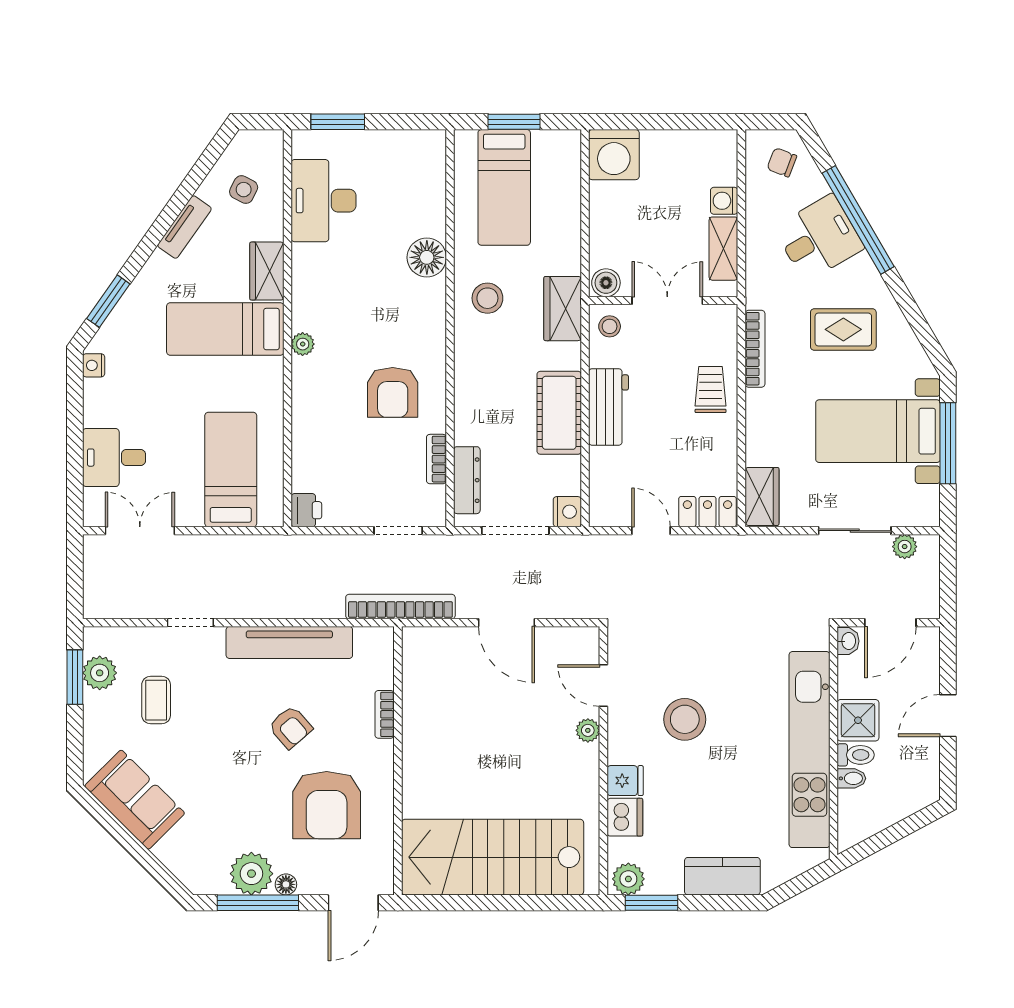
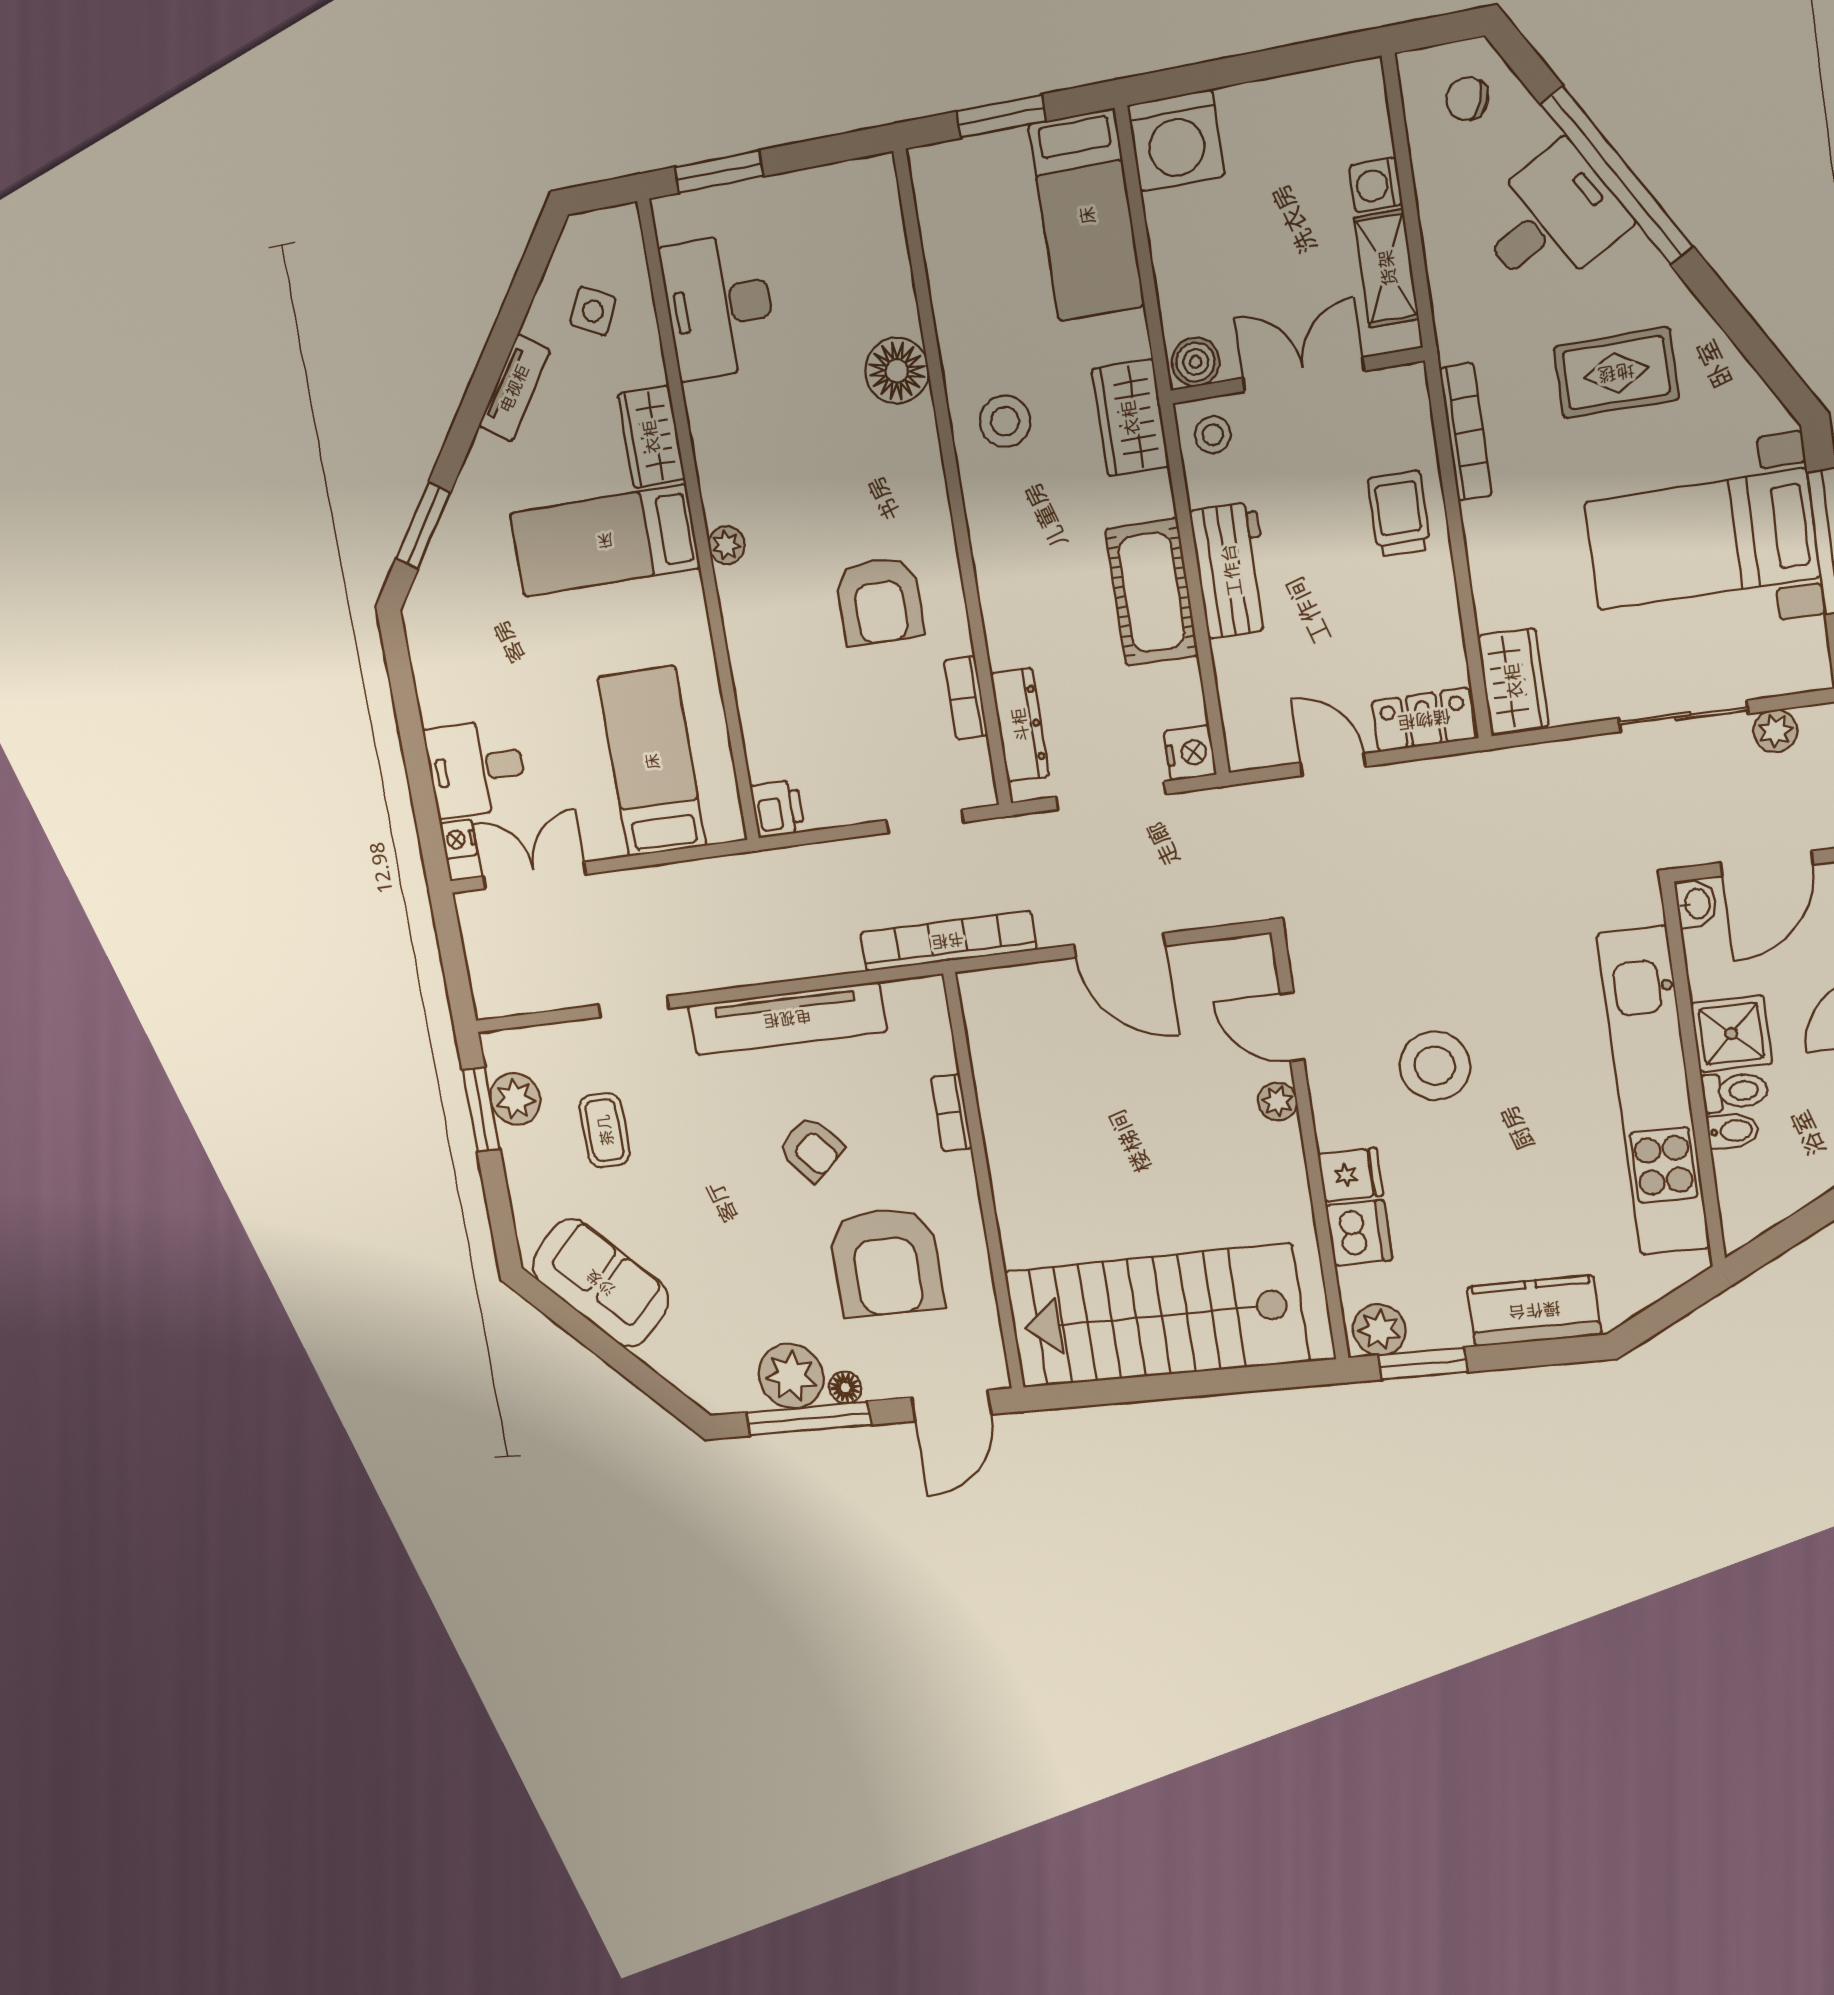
bed: (504, 187) -> (1087, 215), moved
nightstand: (94, 365) -> (459, 839), moved

